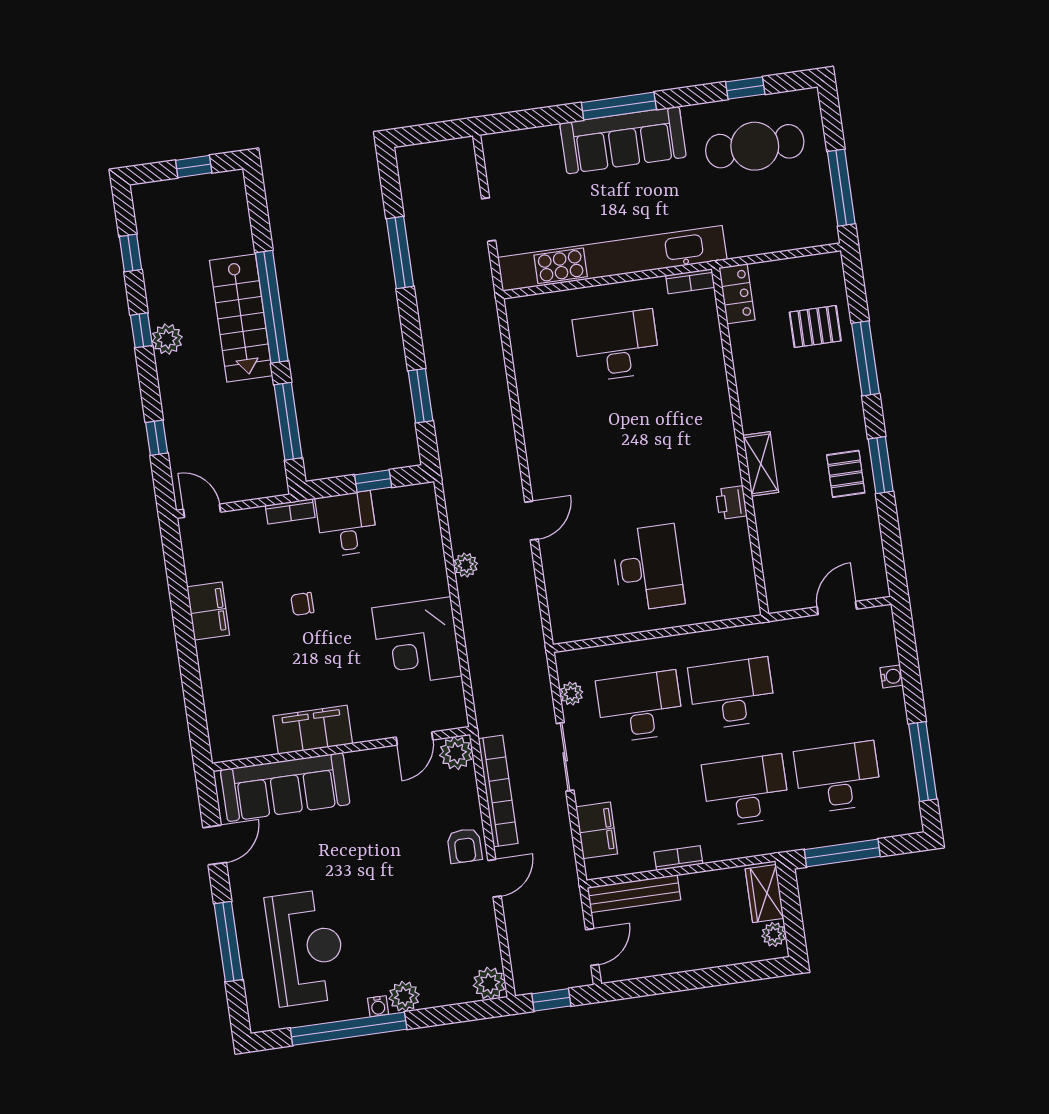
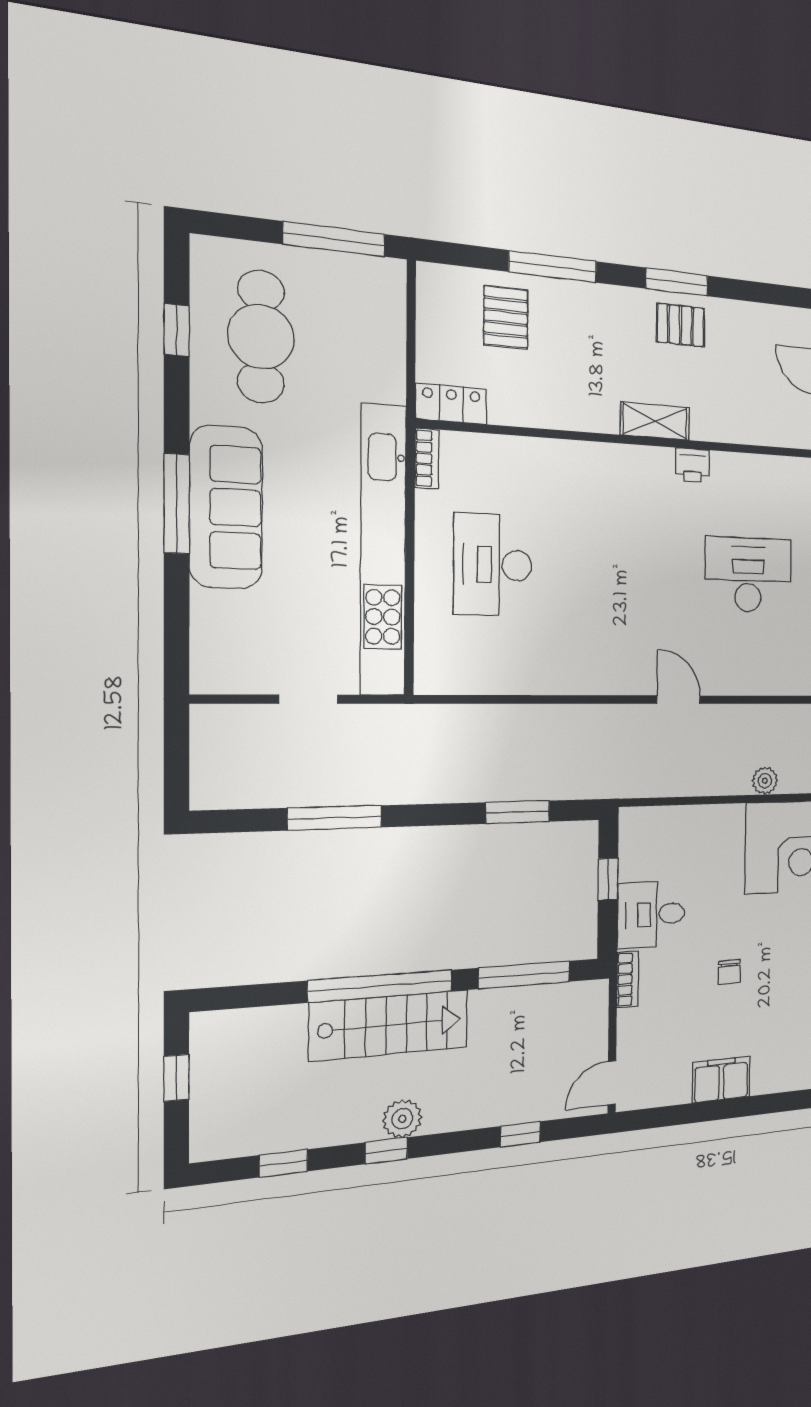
plant: (466, 565) -> (765, 781), moved

